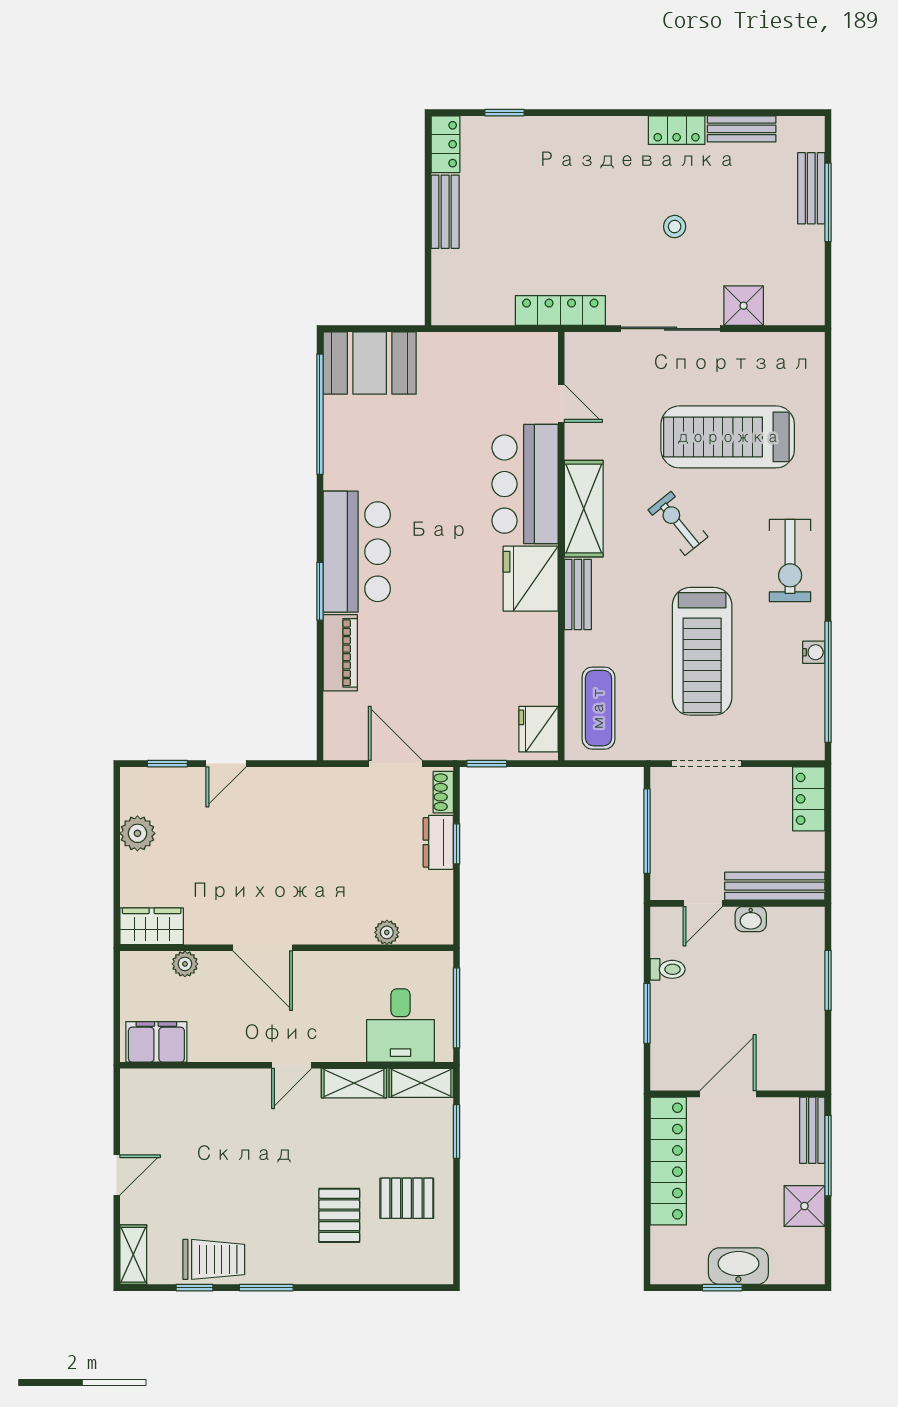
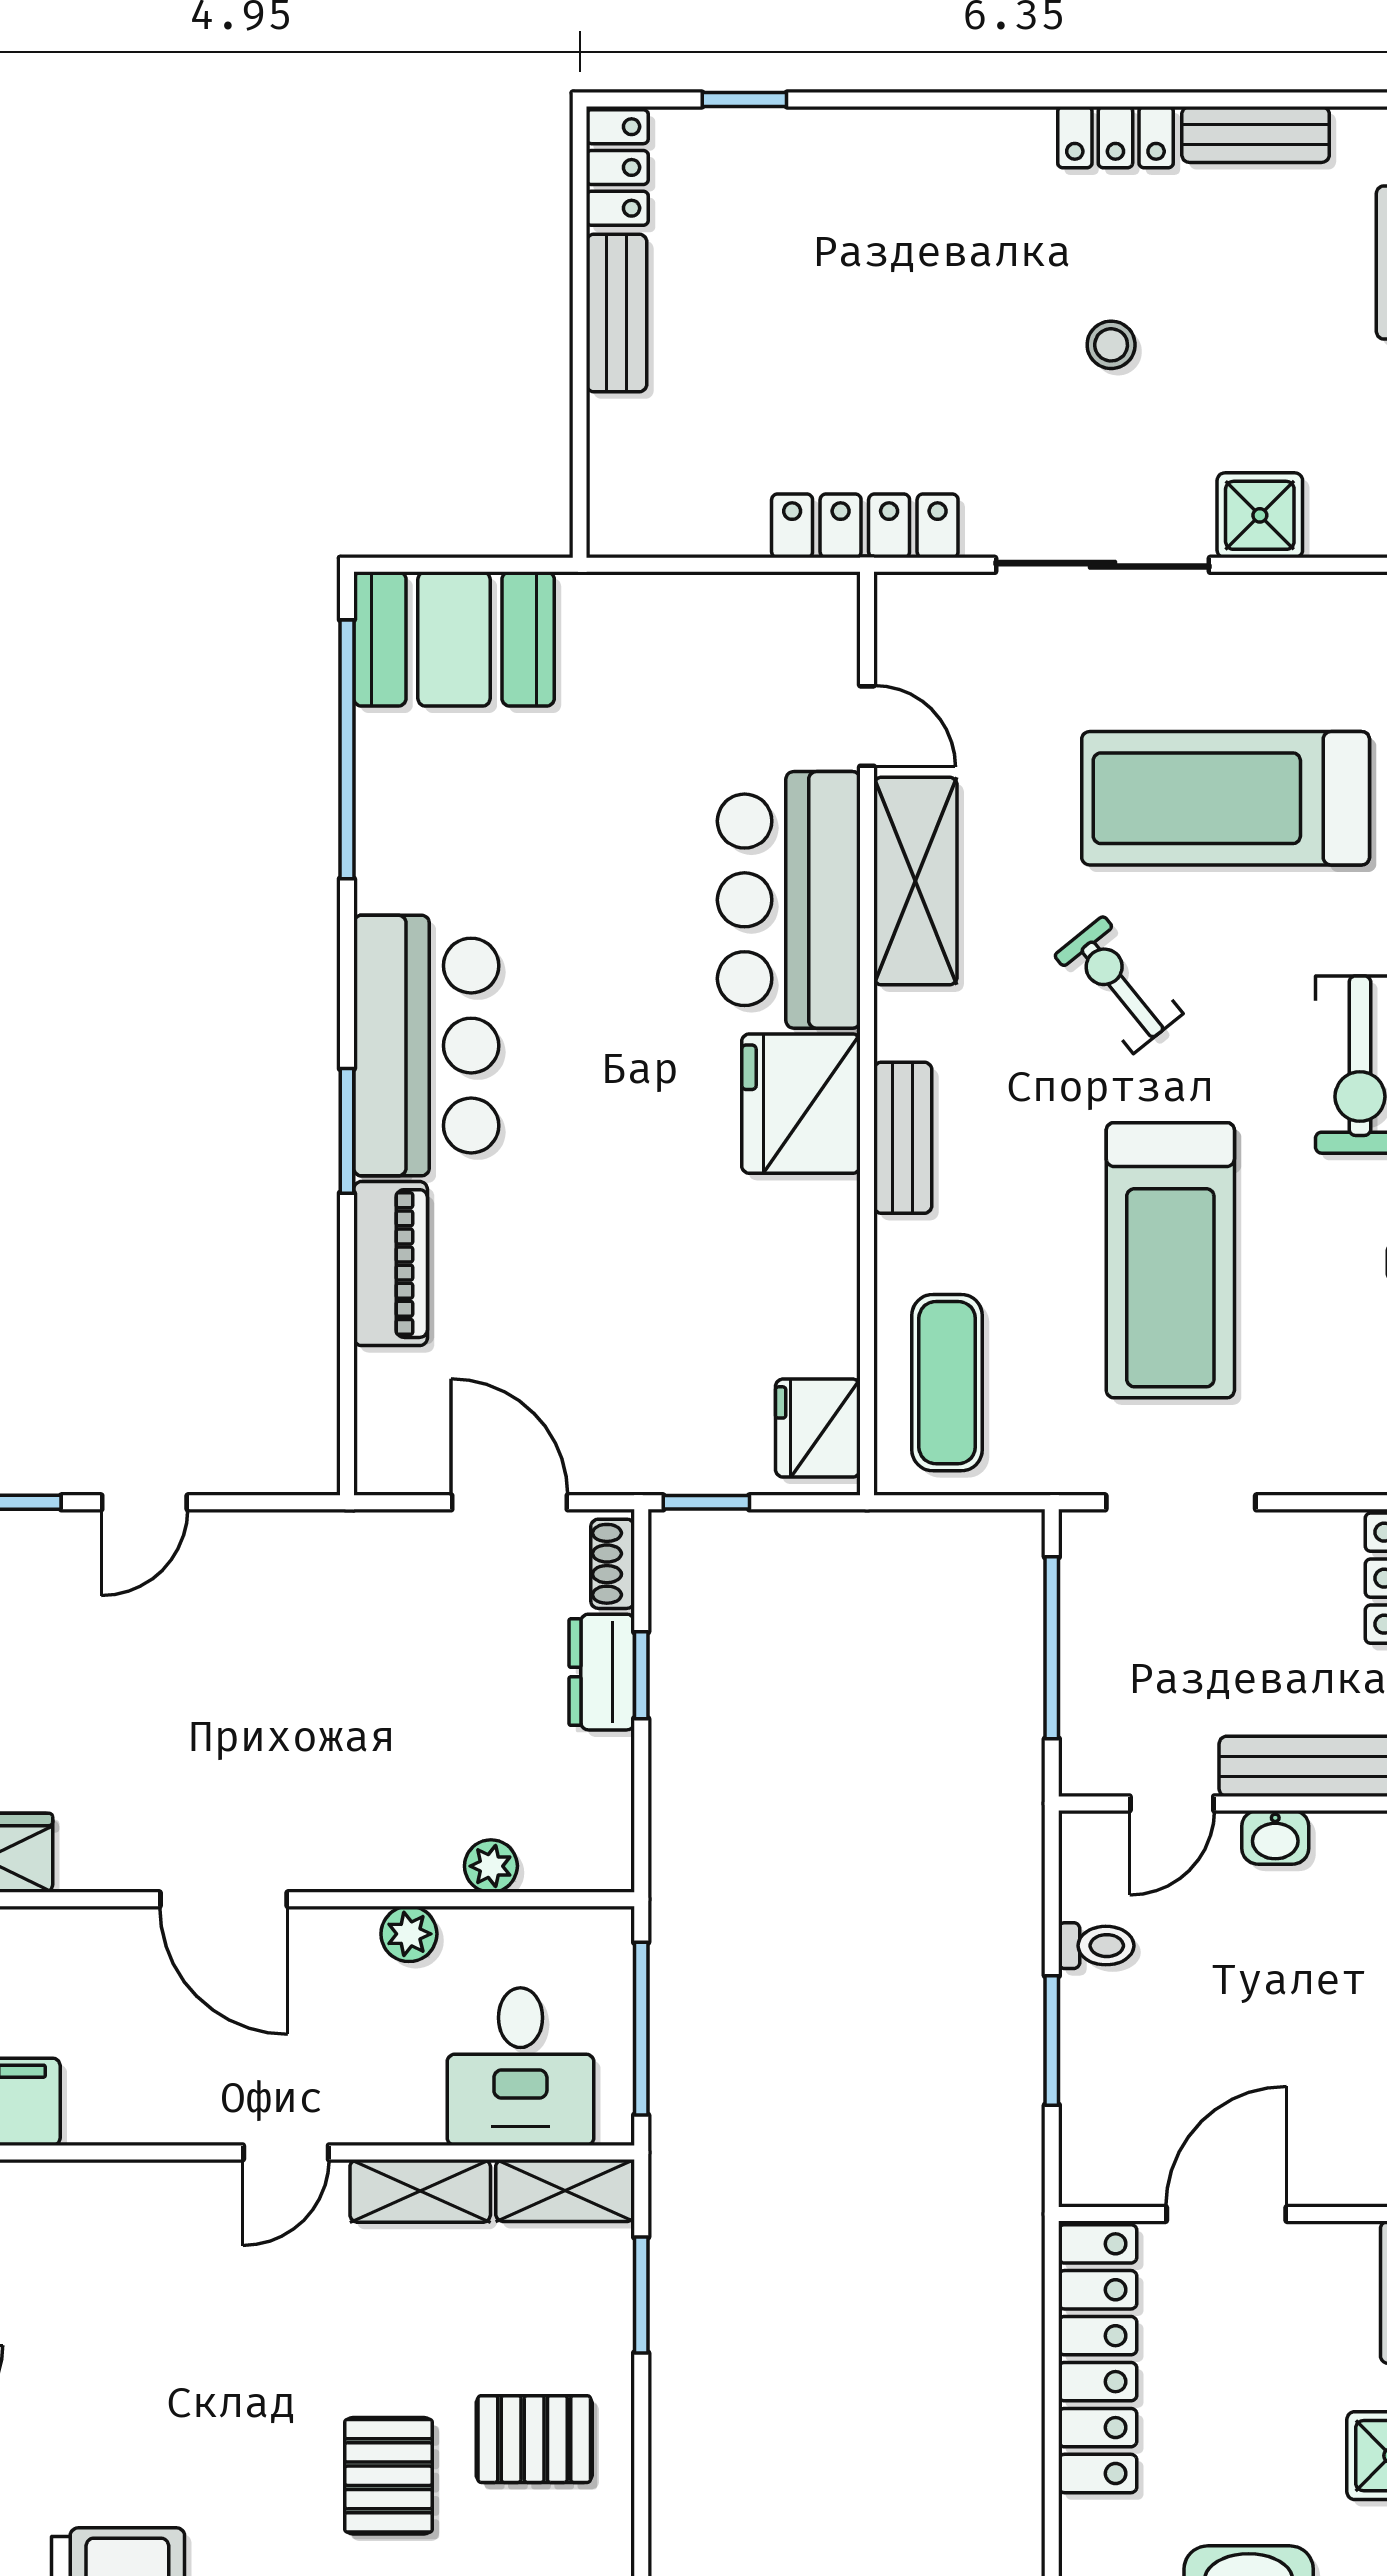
shelving: (584, 509) -> (915, 881), moved
plant: (185, 964) -> (409, 1934), moved

